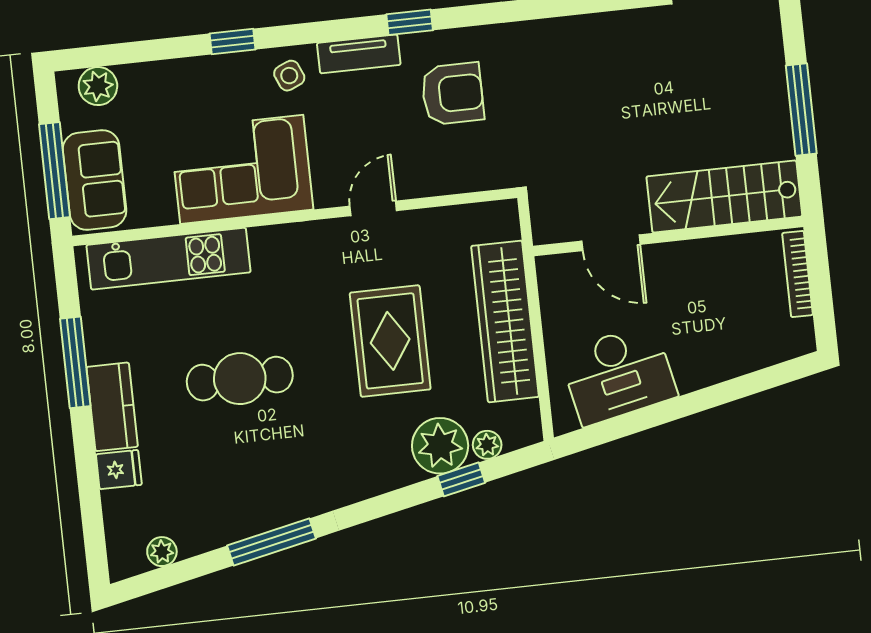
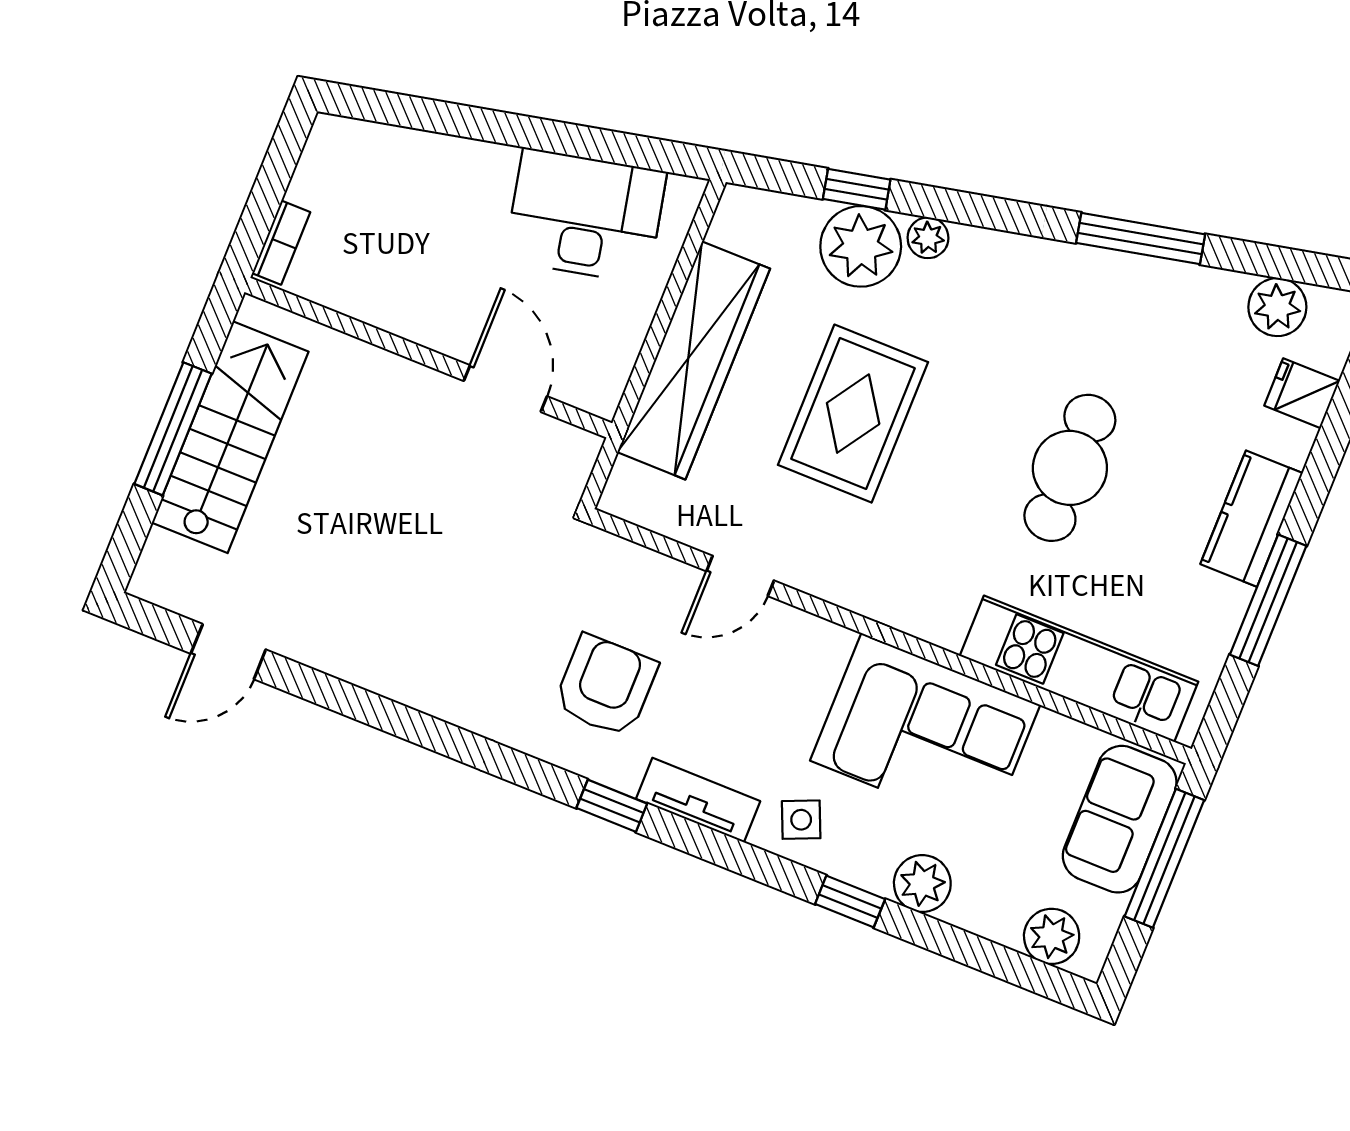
plant: (194, 76) -> (922, 884), added
armchair: (453, 94) -> (606, 686), turned 90
stairs: (724, 196) -> (230, 437), moved, turned -90
door: (373, 208) -> (740, 576), moved
bookcase: (798, 274) -> (281, 243), width x0.64
cafe table: (240, 379) -> (1070, 468), turned 90
plant: (487, 445) -> (928, 238), moved
fridge: (119, 470) -> (1302, 393), moved
plant: (162, 552) -> (1277, 307), width x1.38, depth x1.38

